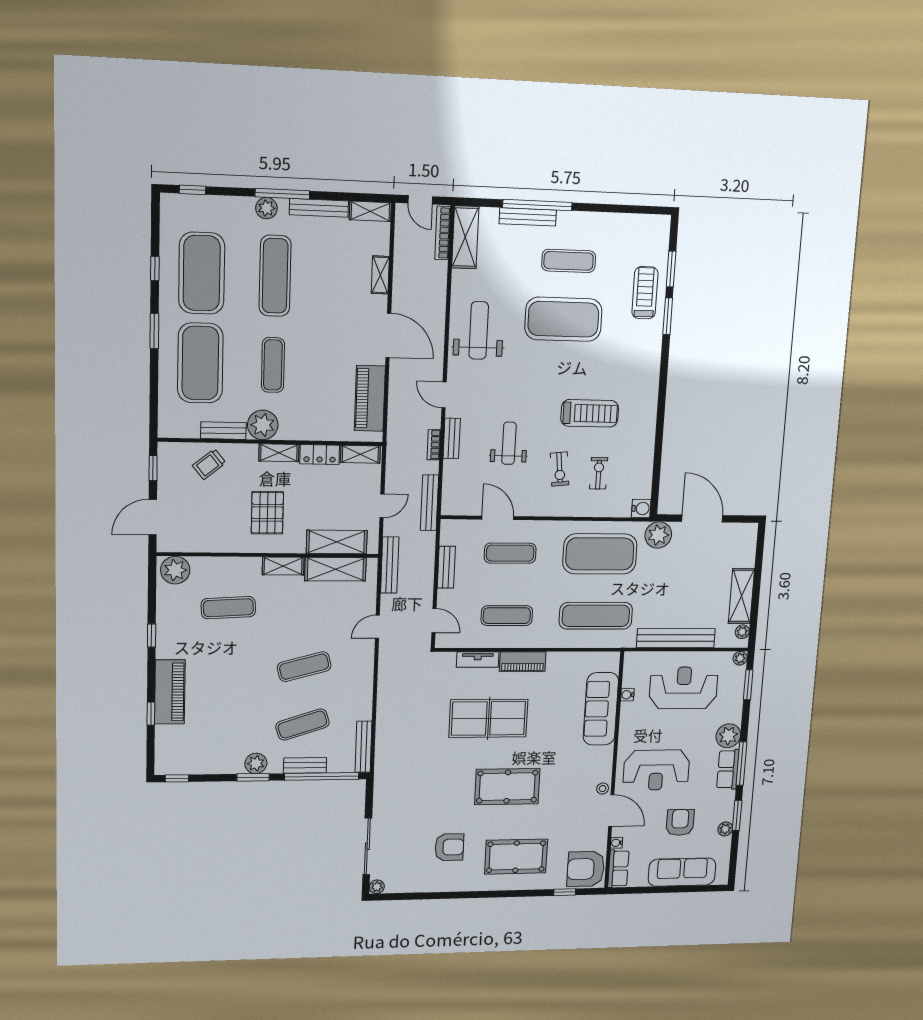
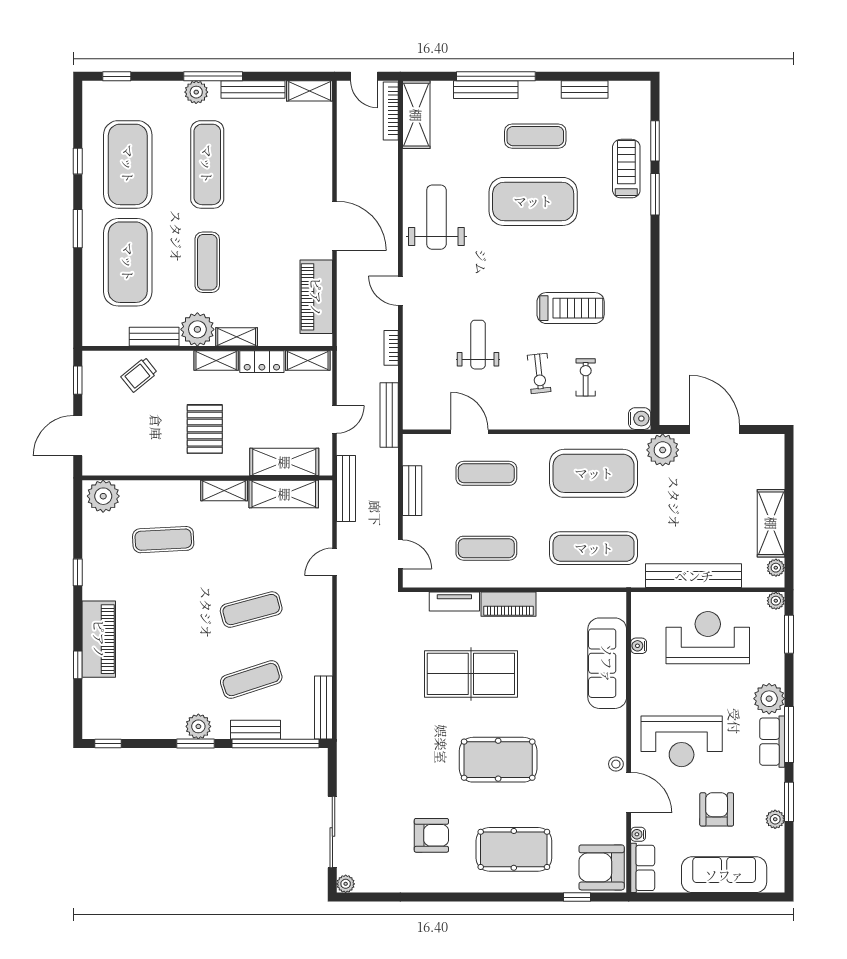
shelving: (380, 275) -> (237, 337), moved, turned 90
bench: (452, 438) -> (585, 89), moved, turned 90

